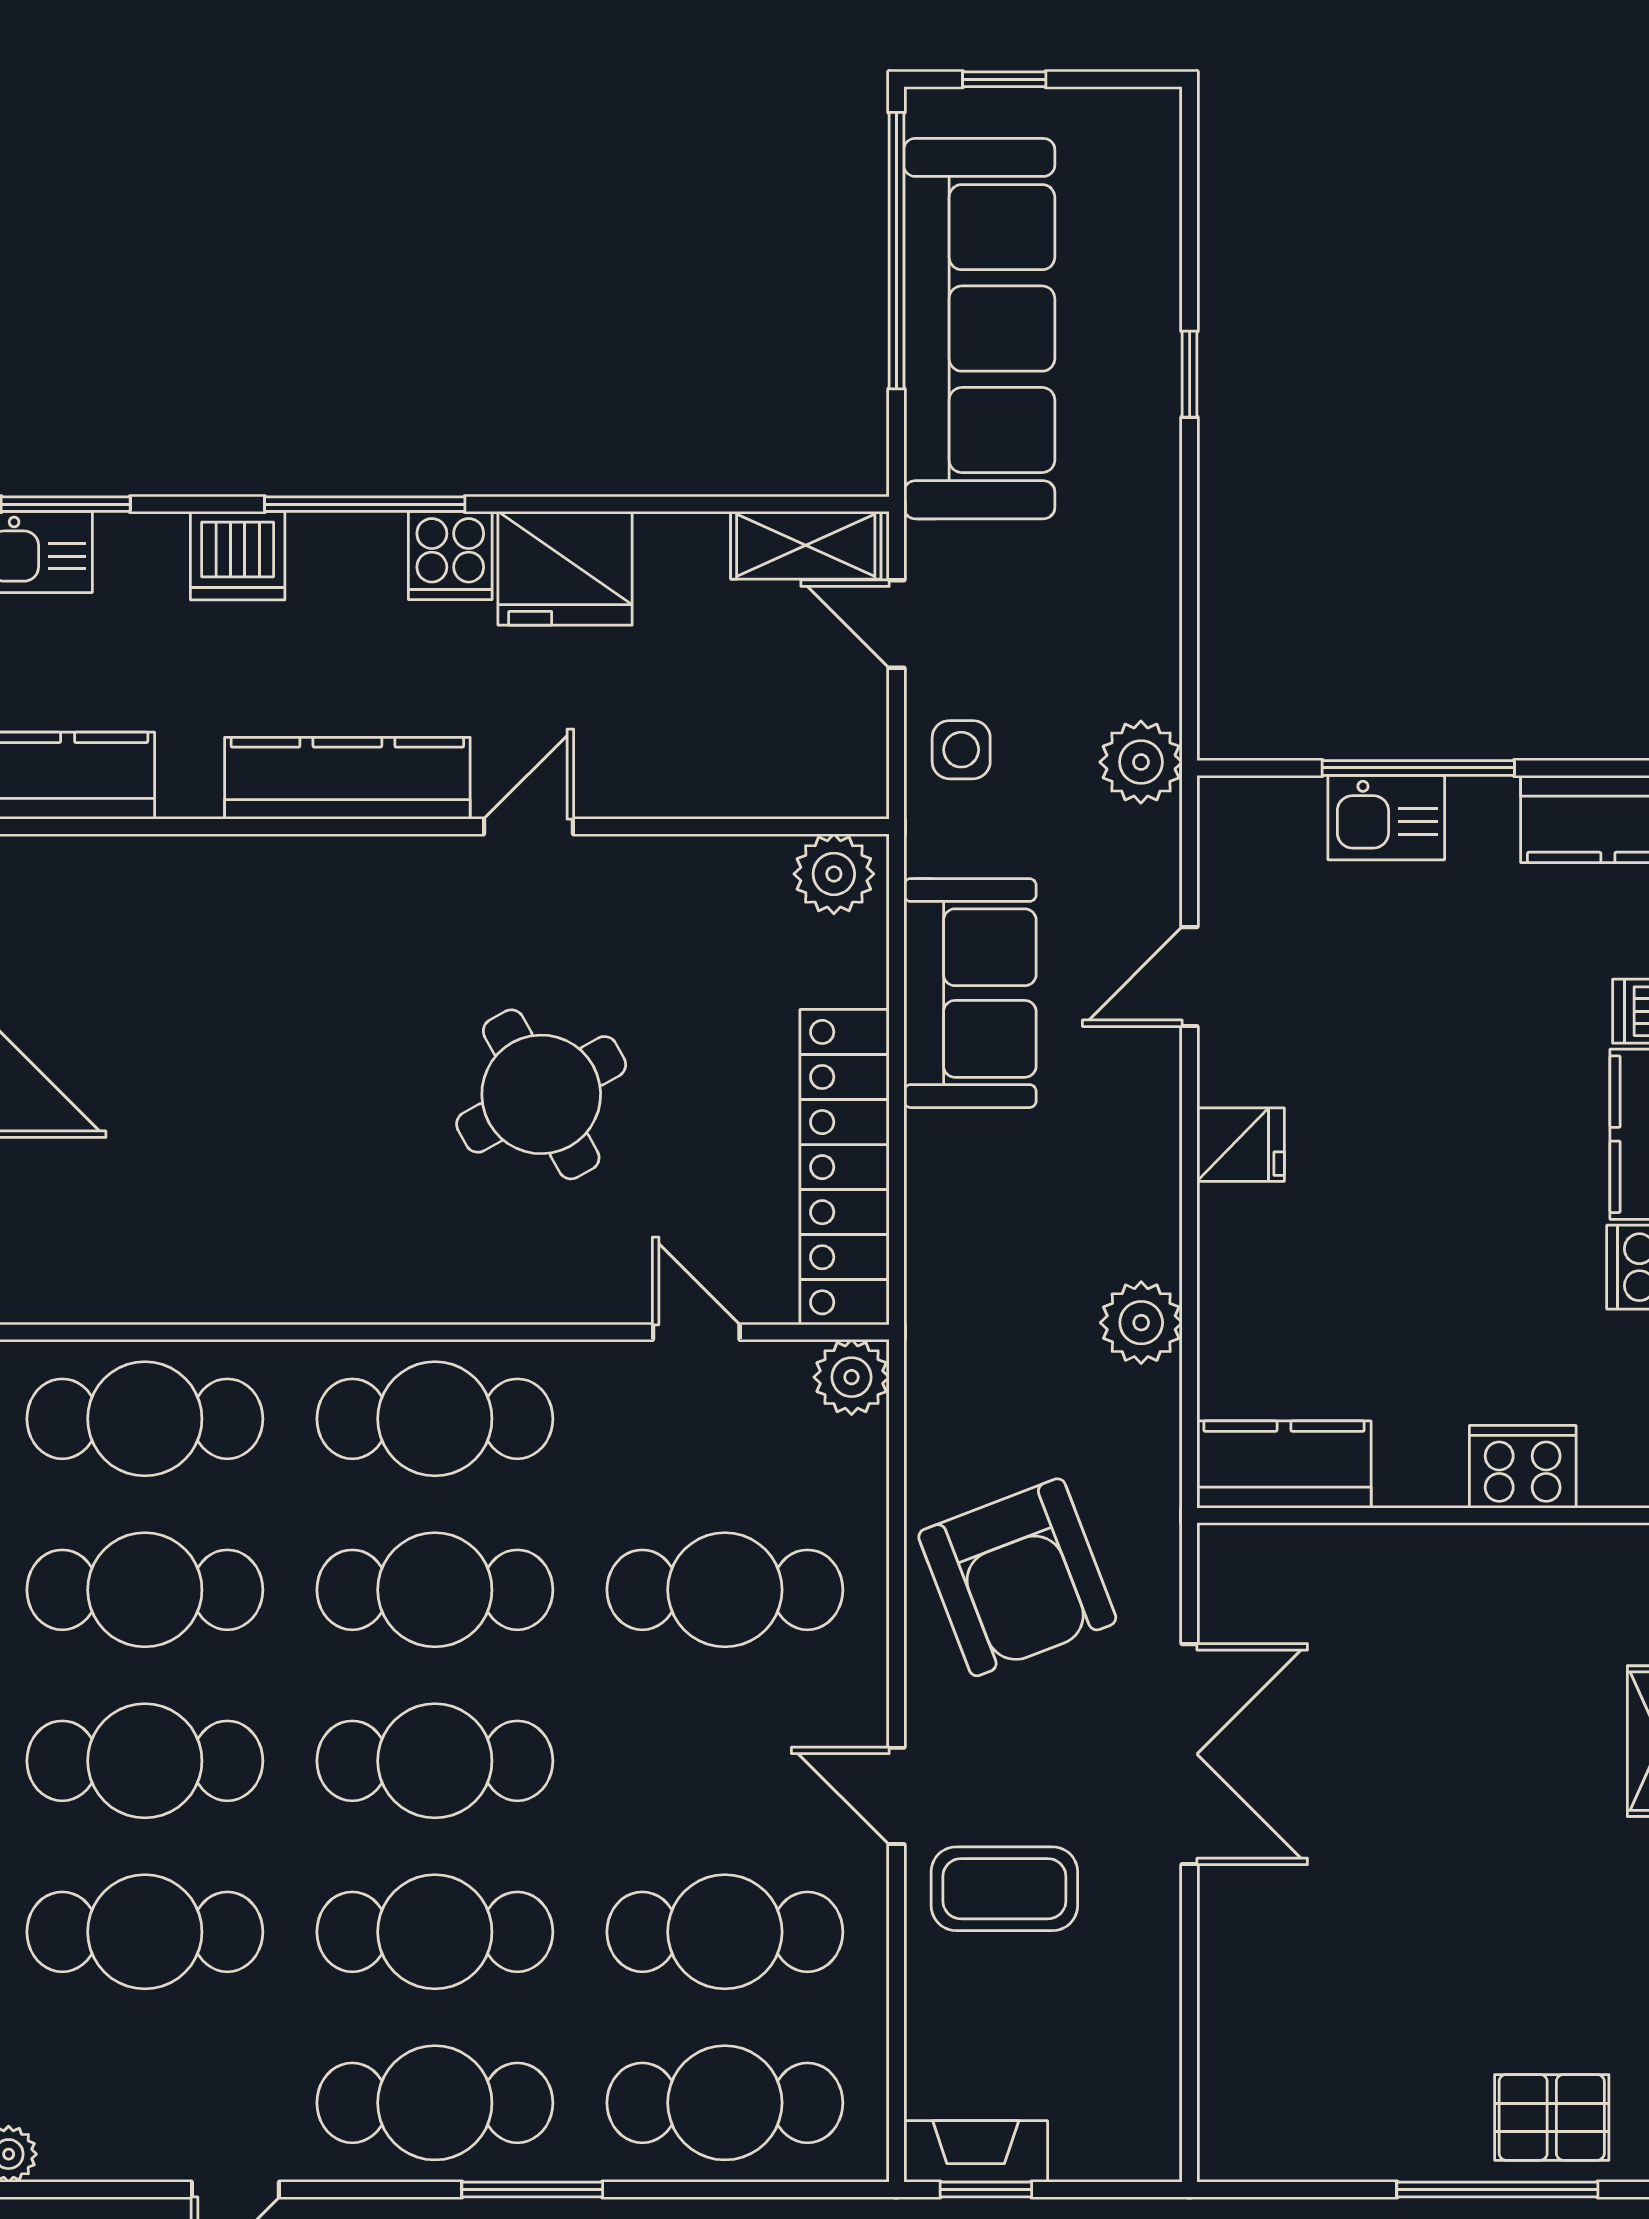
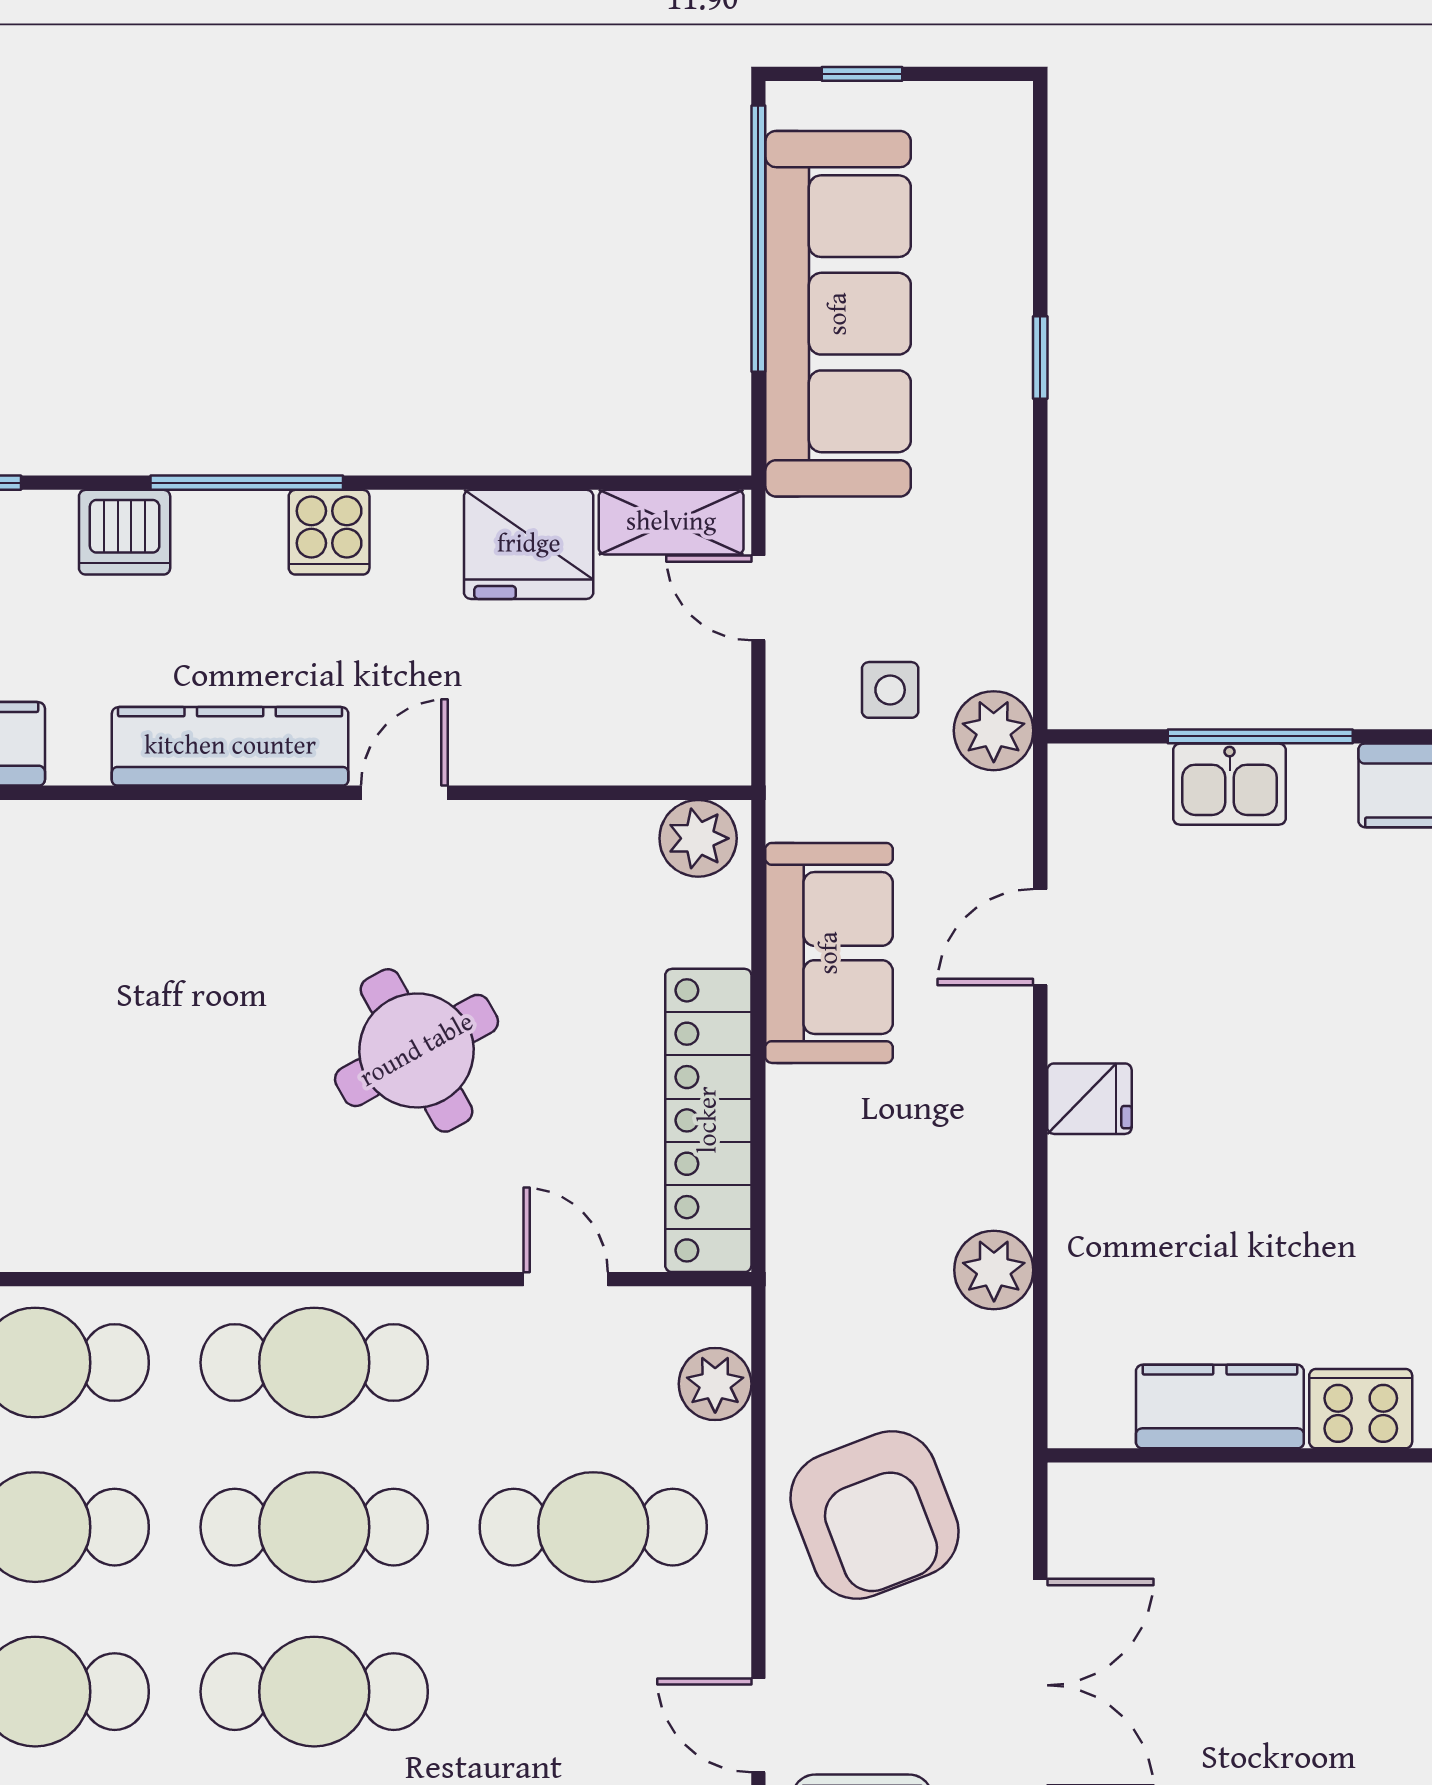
fridge: (565, 568) -> (529, 544), moved
side table: (961, 750) -> (890, 690), moved
plant: (852, 1377) -> (715, 1384), moved
kitchen counter: (1284, 1464) -> (1220, 1406), moved

